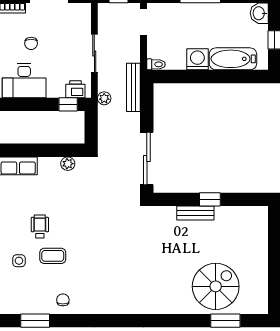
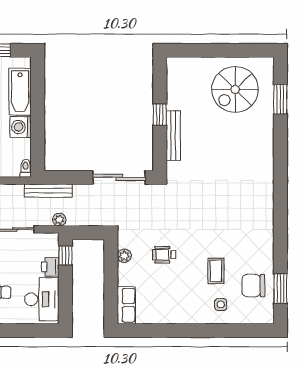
printer: (75, 89) -> (50, 267), moved
bench: (195, 213) -> (173, 136), width x1.36
wheelchair: (40, 226) -> (164, 255), moved
spiral stairs: (216, 286) -> (235, 89), moved, turned -90
chair: (63, 300) -> (253, 286), moved, width x1.87, depth x1.87

